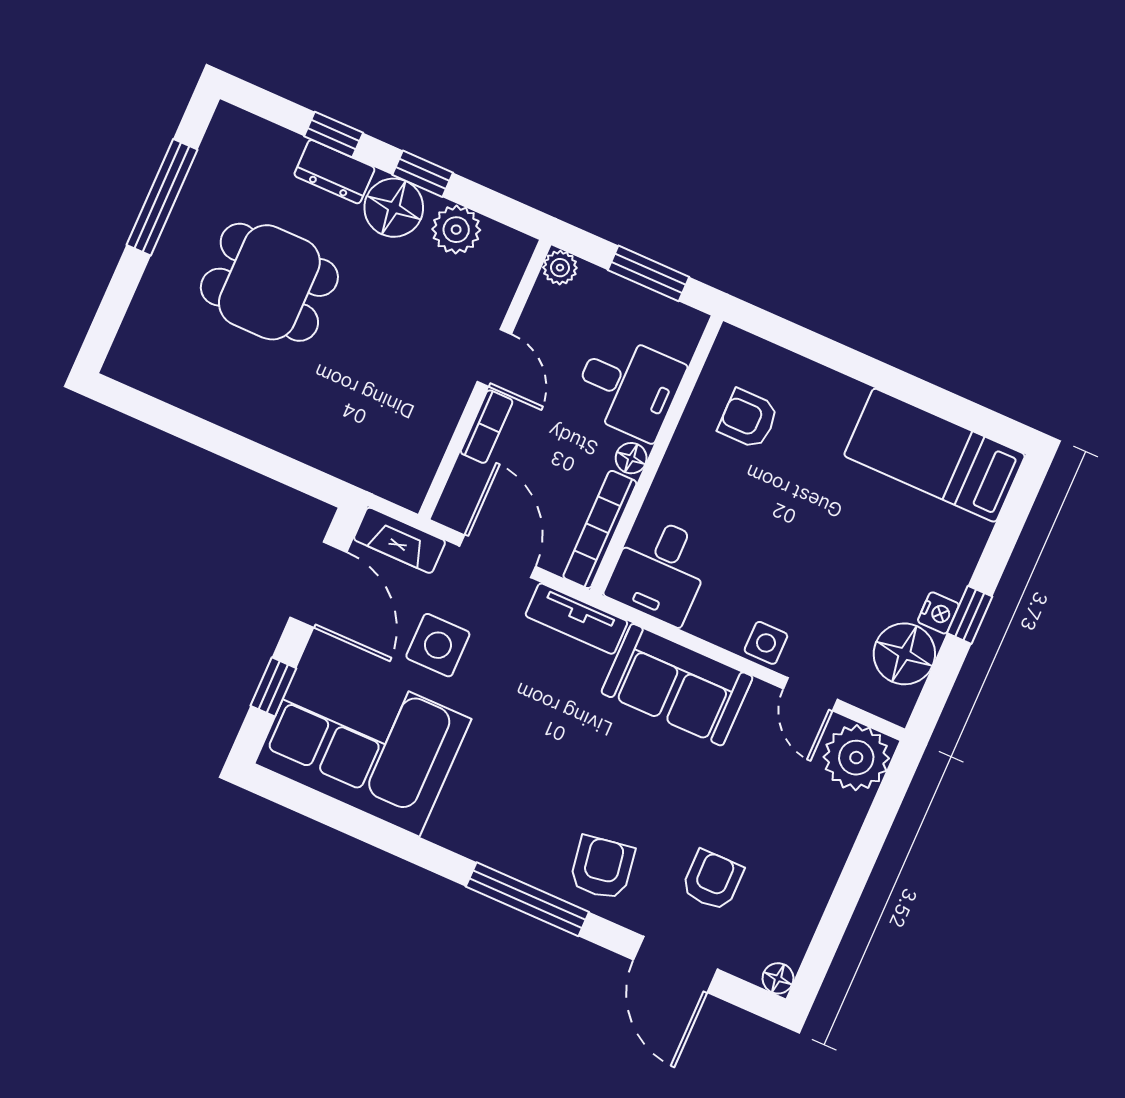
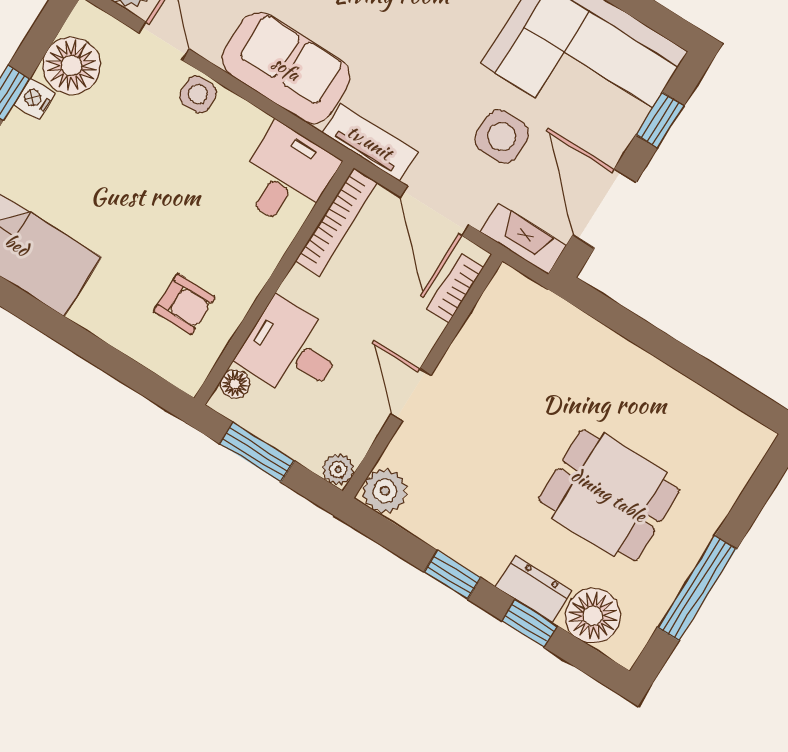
floor lamp: (394, 208) -> (593, 616), moved
plant: (456, 230) -> (385, 491), moved
bookcase: (487, 427) -> (455, 288), moved
floor lamp: (631, 458) -> (235, 384), moved

